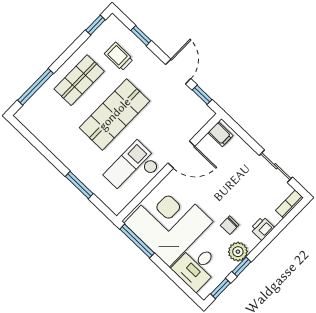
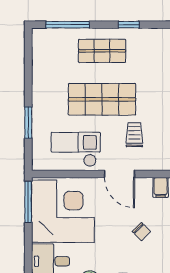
window: (95, 25) -> (129, 25), moved
trolley: (119, 56) -> (134, 135), moved
chair: (230, 225) -> (141, 232), moved, turned -135

